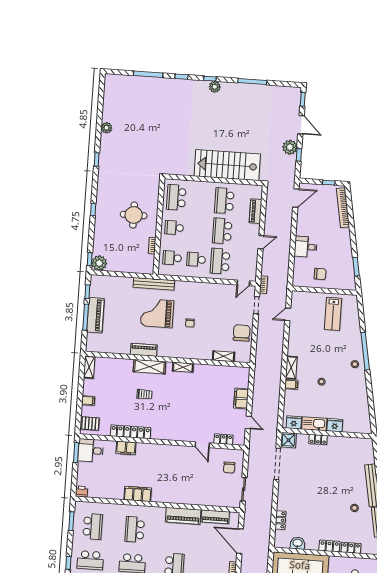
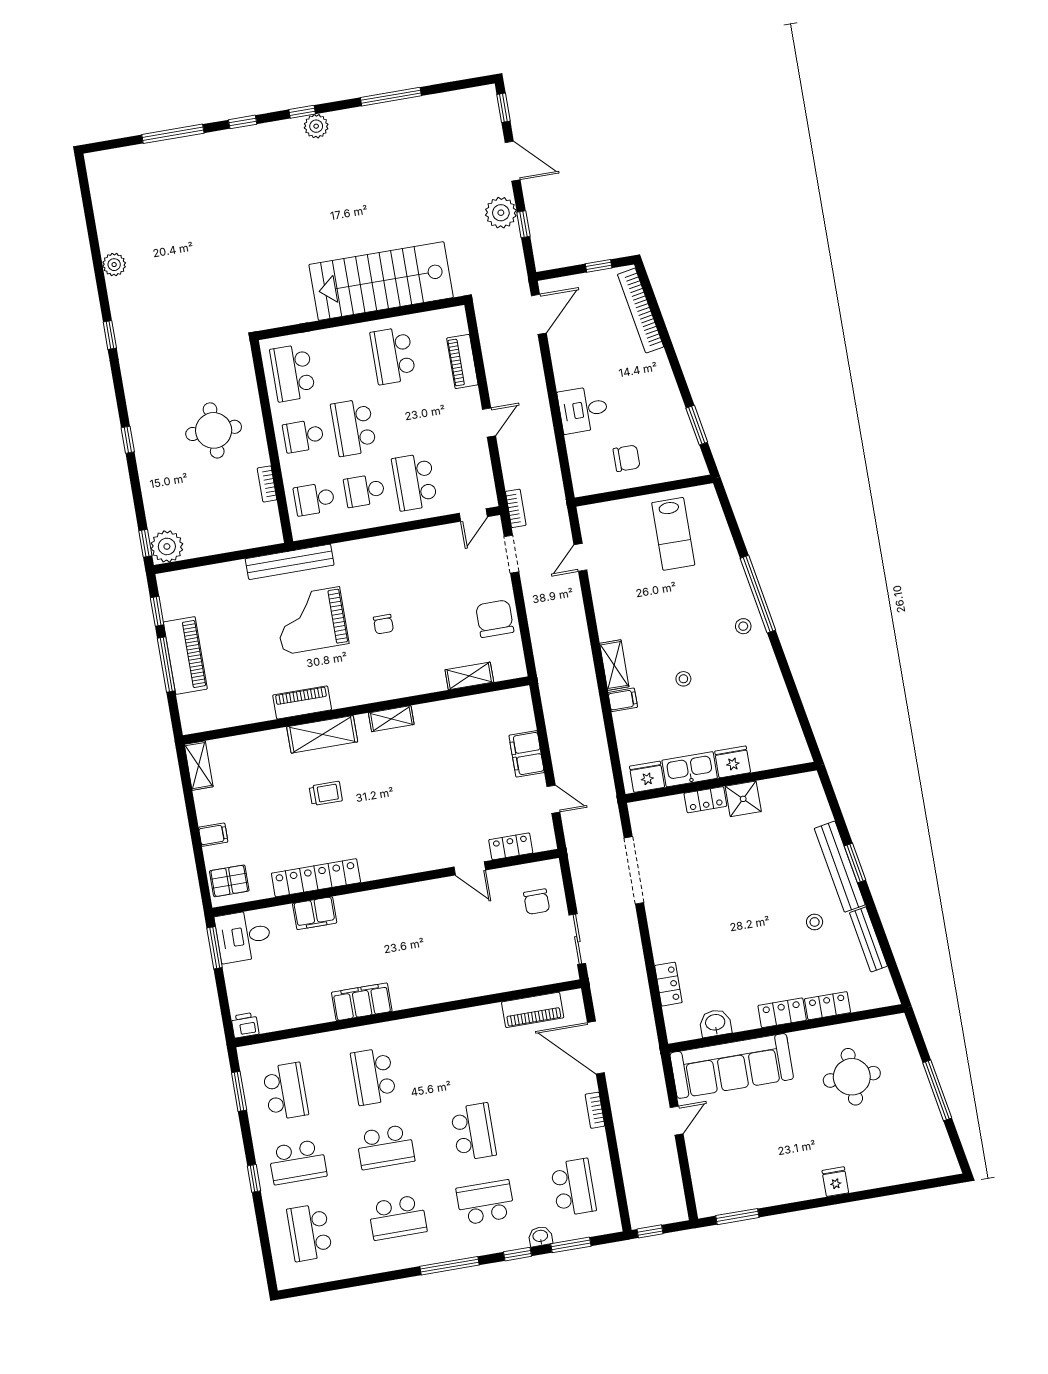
school desk: (222, 231) -> (354, 427), moved
shower: (288, 440) -> (743, 799), moved
piano: (183, 516) -> (466, 1024), removed

